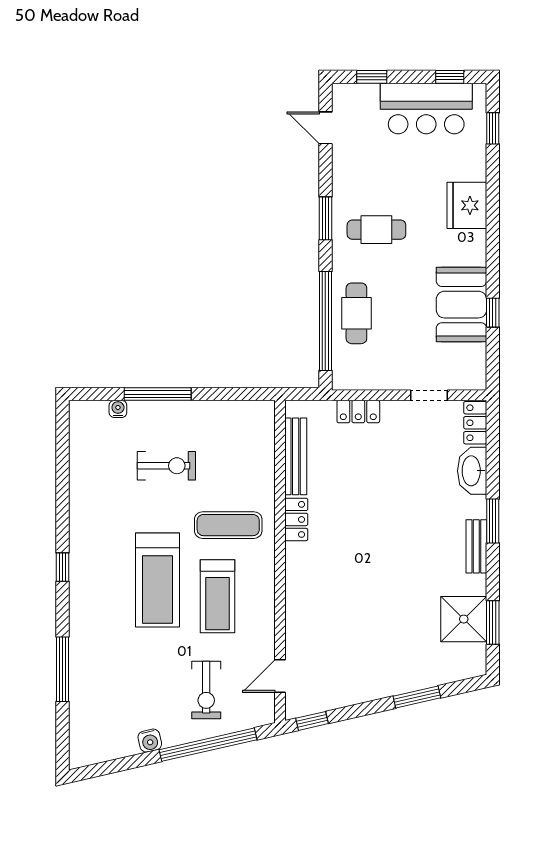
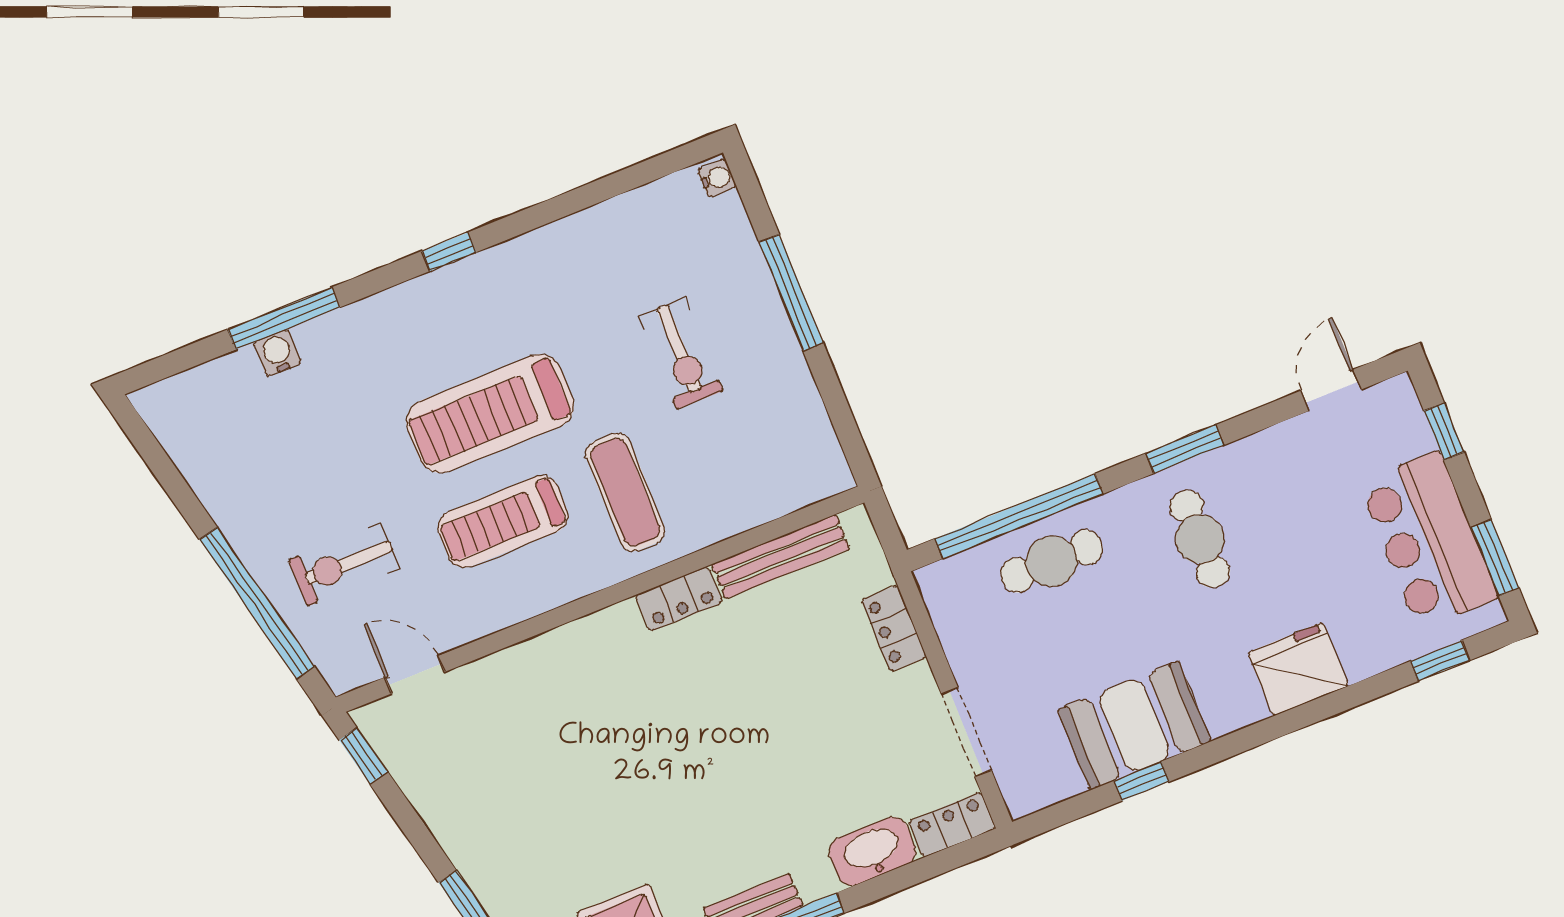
window: (450, 77) -> (1495, 558), width x1.50
doorway: (429, 395) -> (966, 732), width x1.38
water cooler: (118, 409) -> (717, 178), moved
water cooler: (150, 741) -> (277, 353), moved, turned 103

